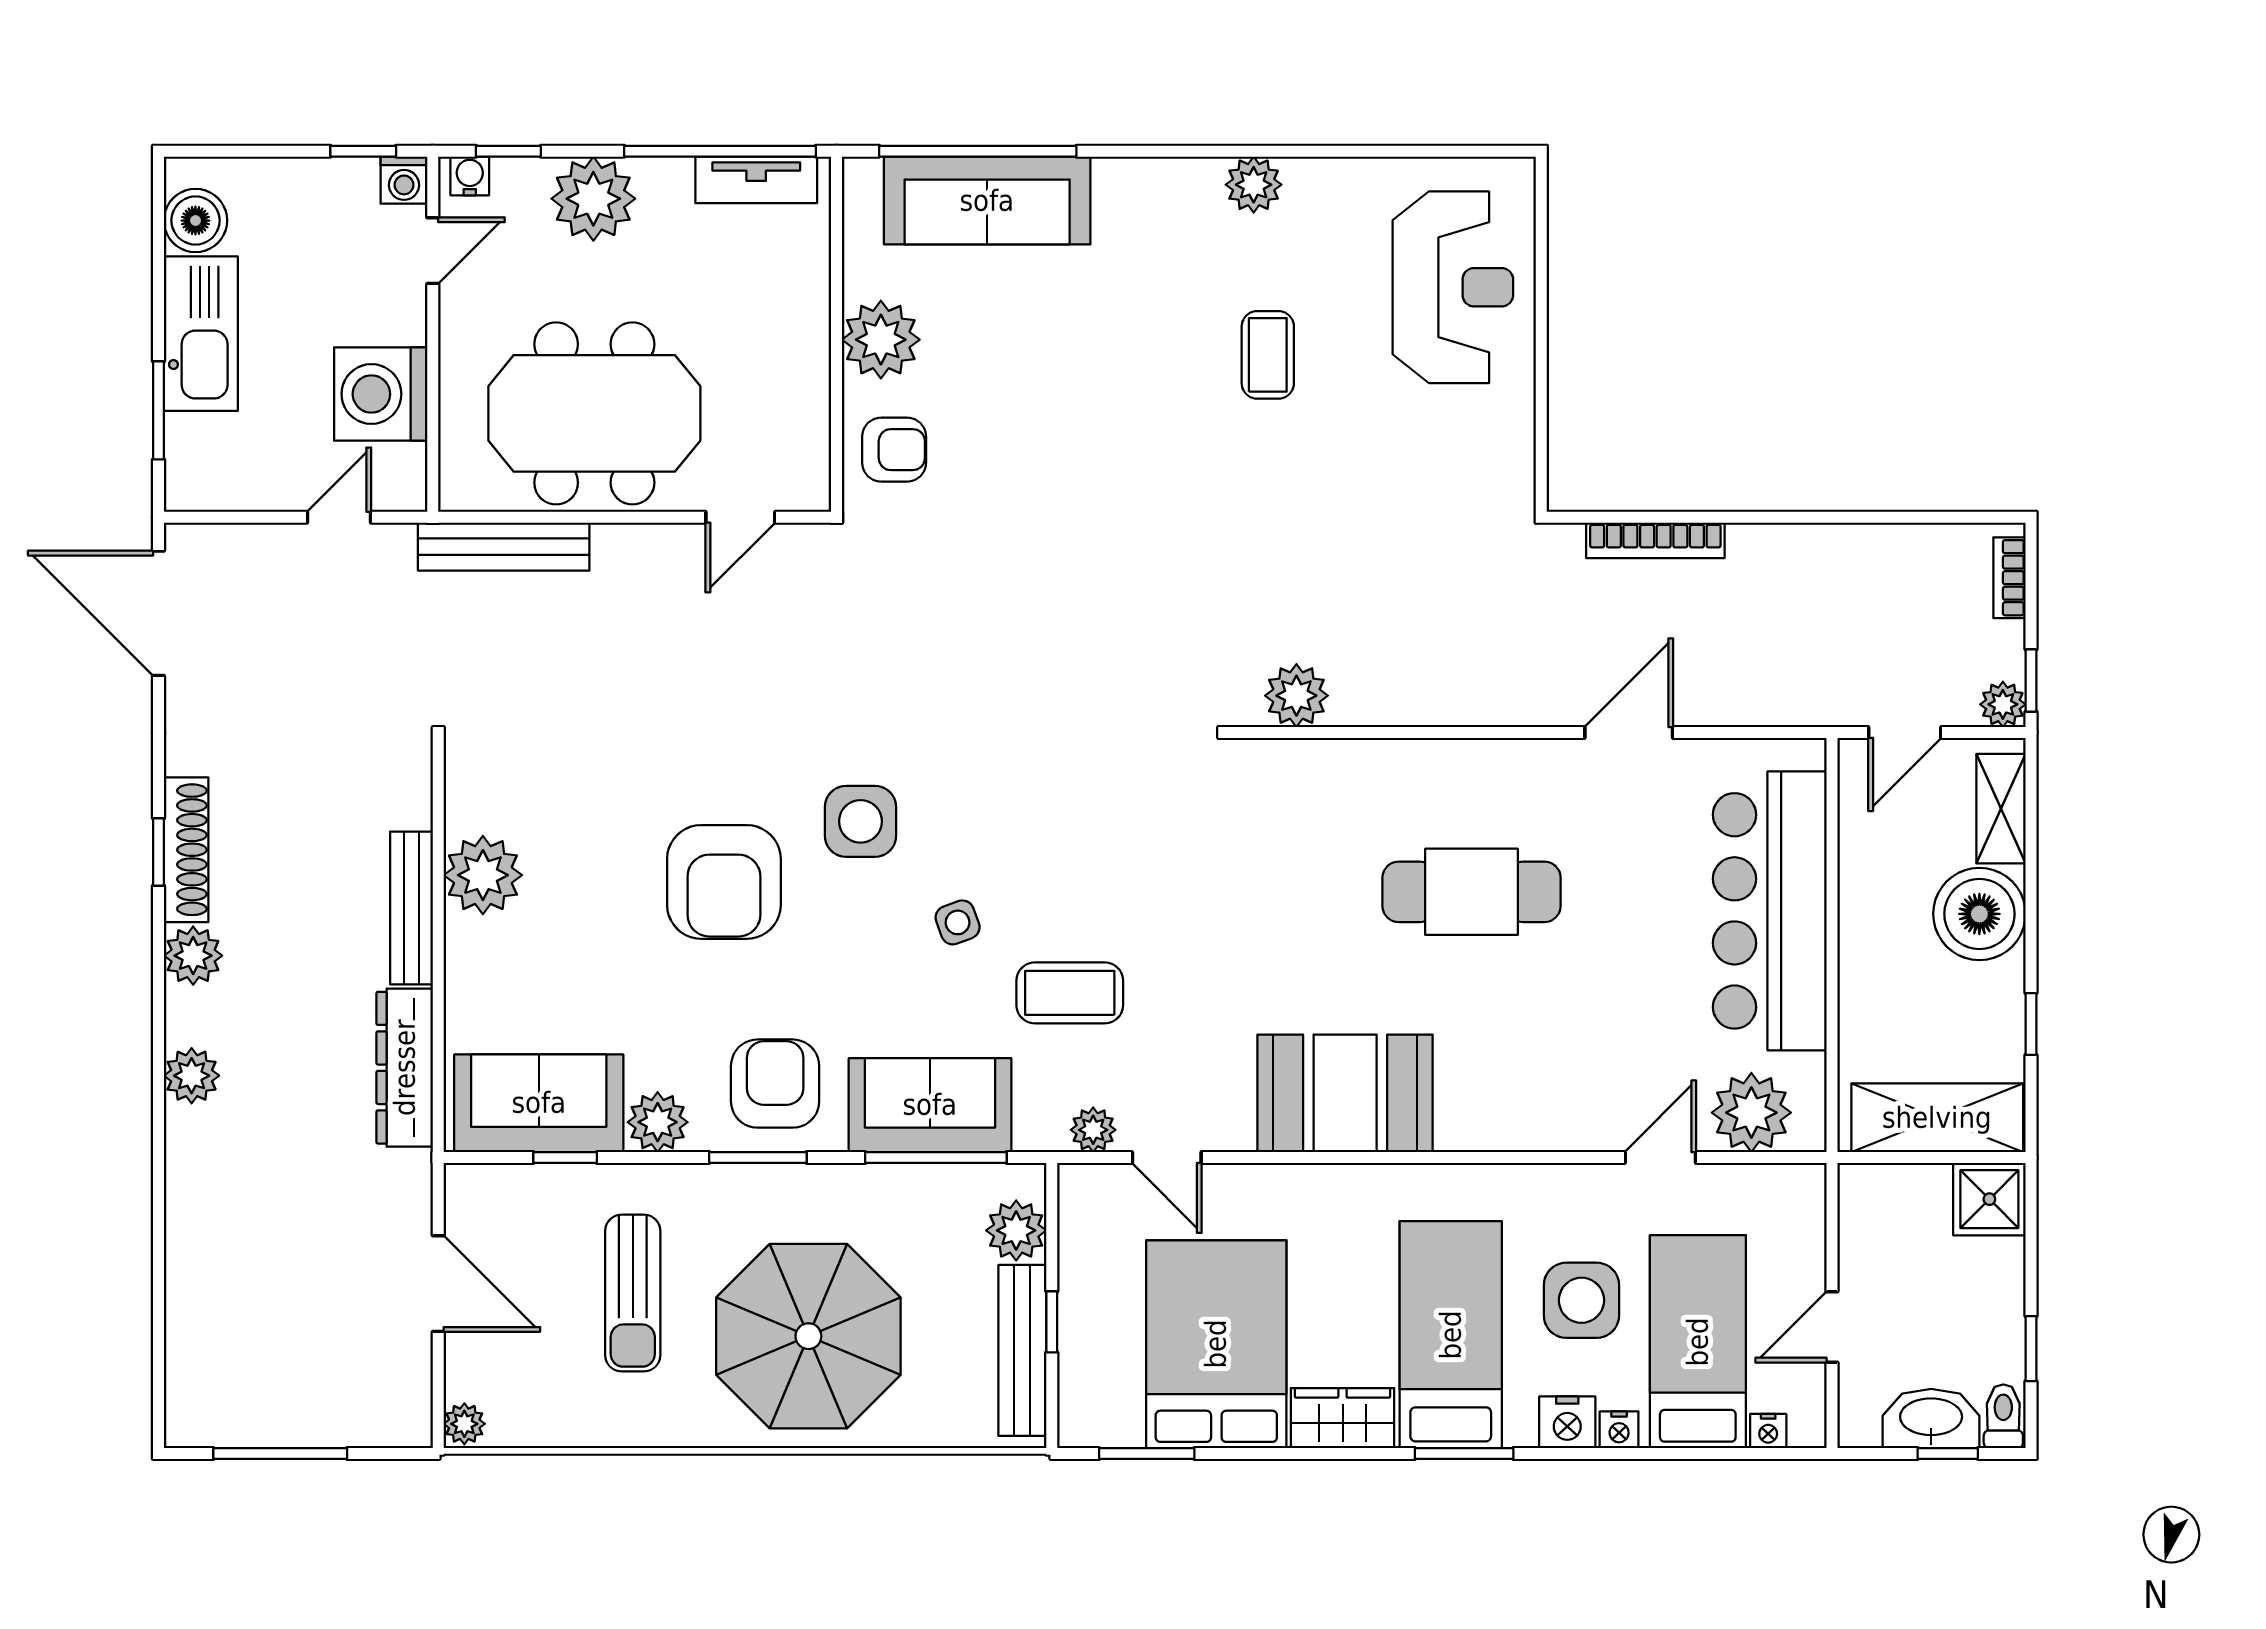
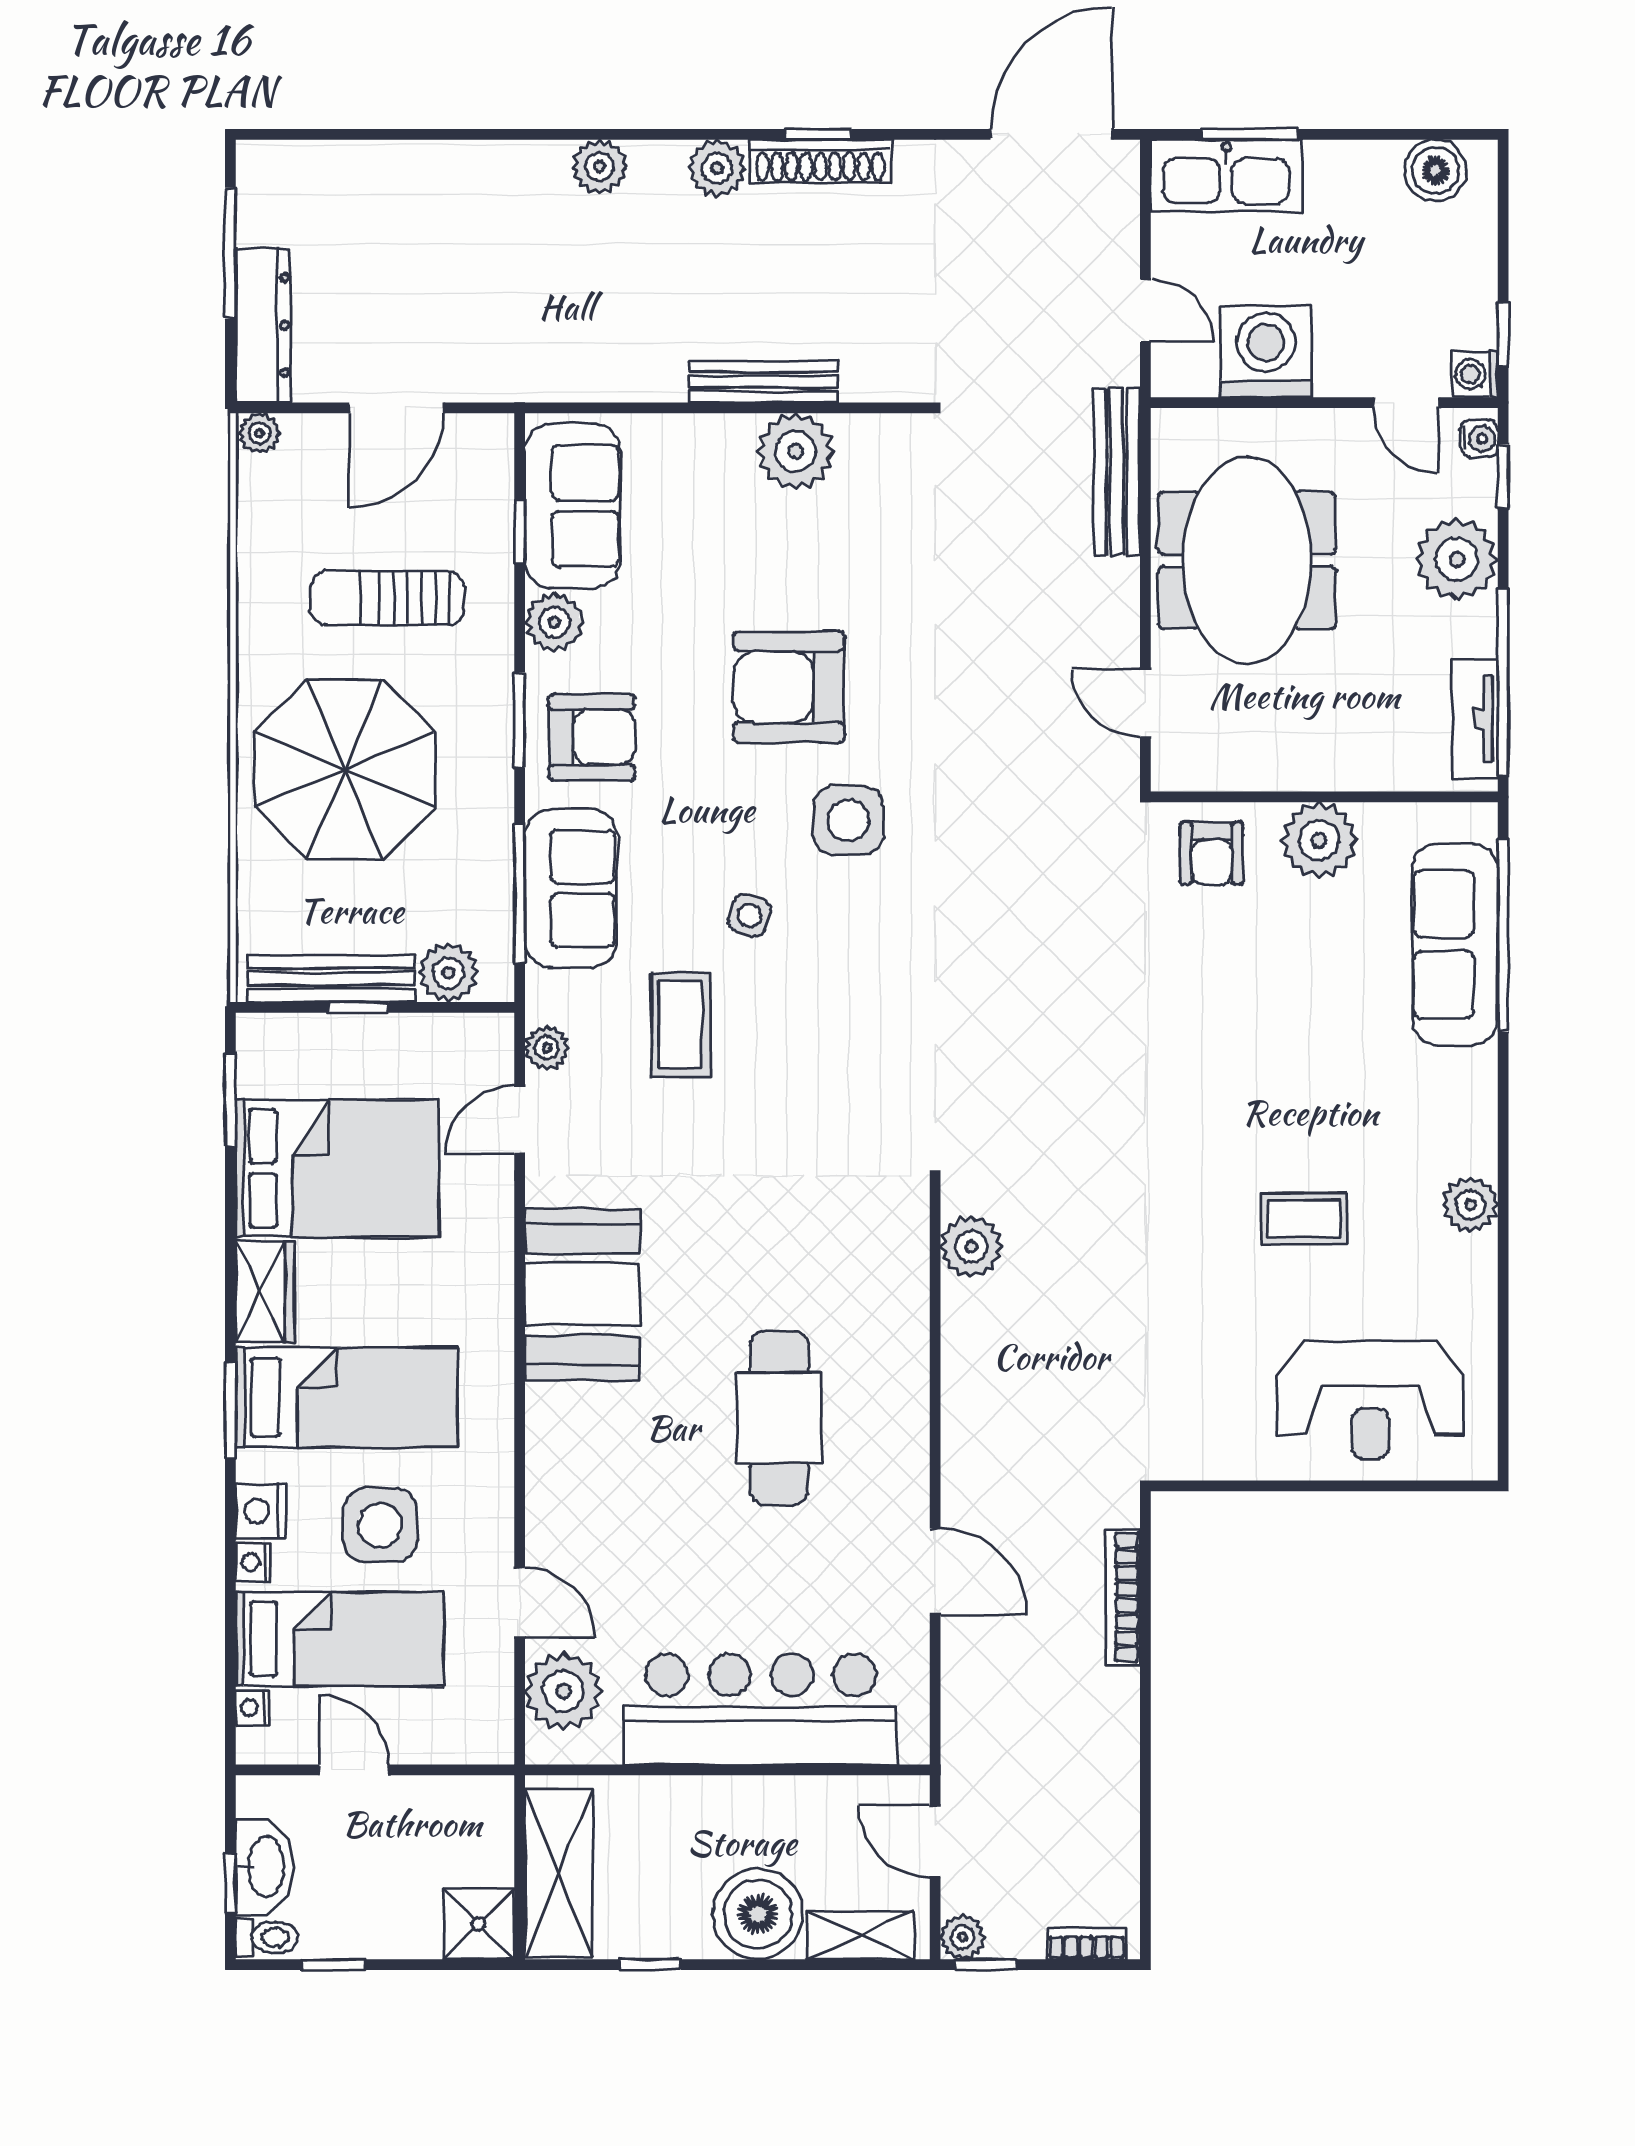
kitchen sink: (201, 334) -> (1226, 176), moved
side table: (958, 922) -> (749, 915), turned 38
dresser: (405, 1068) -> (263, 325), moved, turned 90

